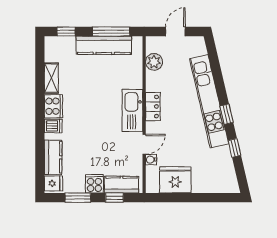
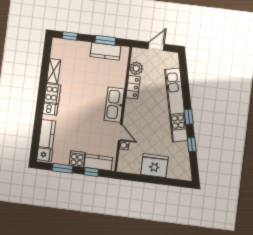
window: (111, 32) -> (105, 40), width x0.69
kitchen counter: (104, 45) -> (105, 51), width x0.67
locker: (153, 107) -> (133, 87), moved
door: (144, 144) -> (120, 132), hinge flipped
fridge: (175, 180) -> (155, 166), moved

